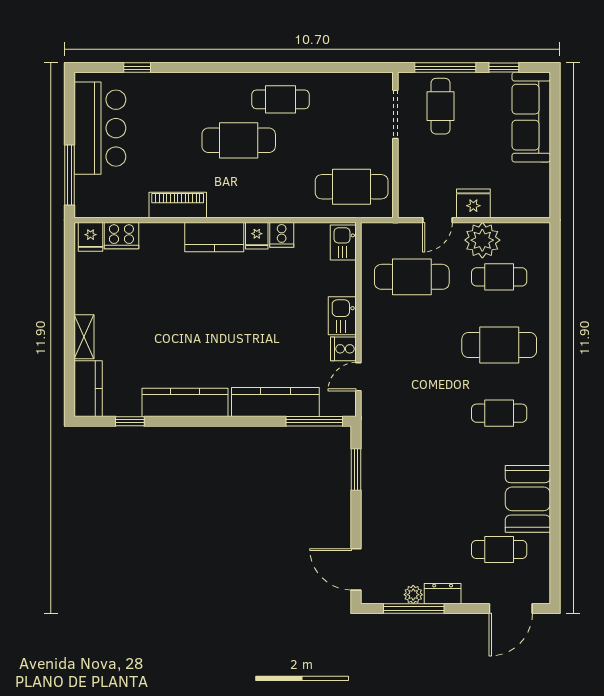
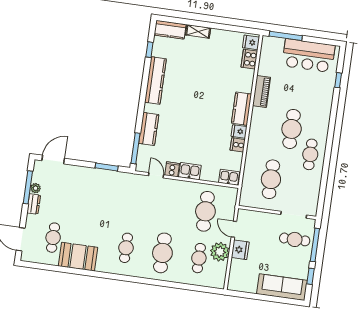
cafe table: (352, 187) -> (271, 179), moved
kitchen counter: (275, 402) -> (149, 129), width x0.67

